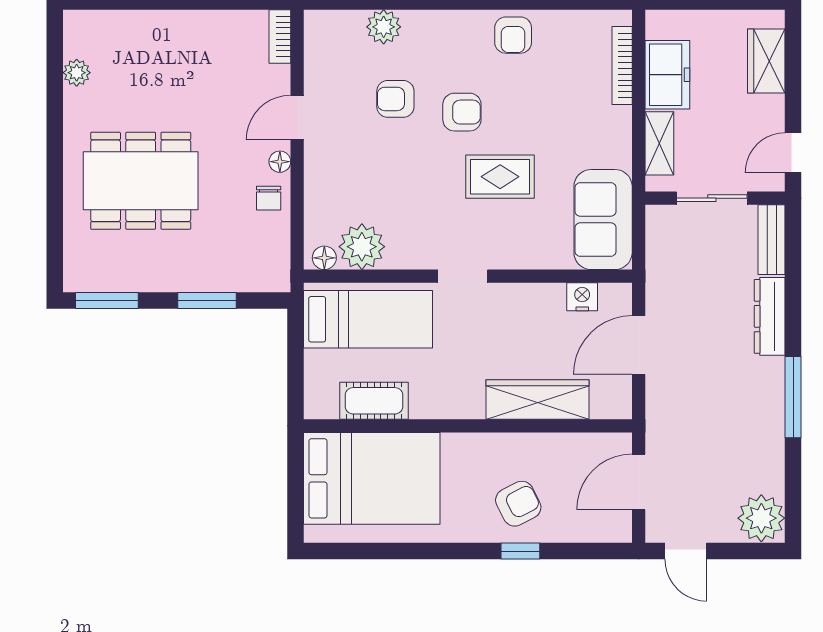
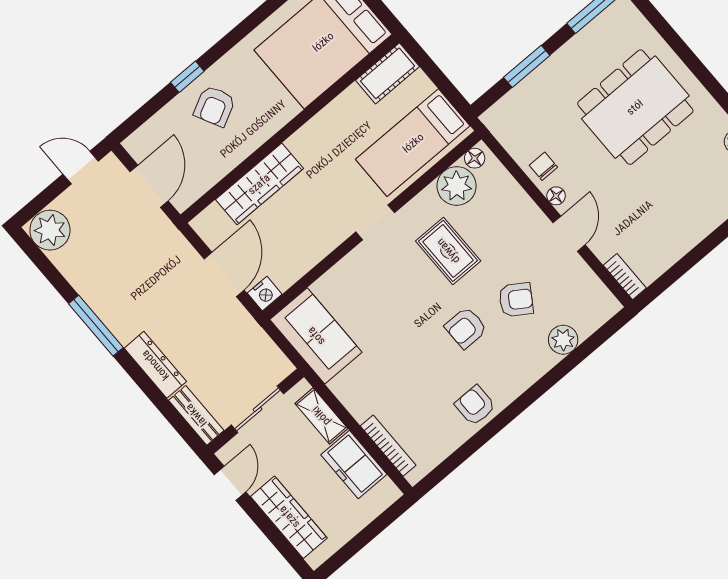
wardrobe: (766, 61) -> (289, 517), width x1.50
armchair: (395, 99) -> (516, 300), turned 33
rug: (500, 177) -> (448, 251), moved, turned 90
nightstand: (582, 297) -> (265, 294), moved
cot: (374, 401) -> (388, 73), moved

